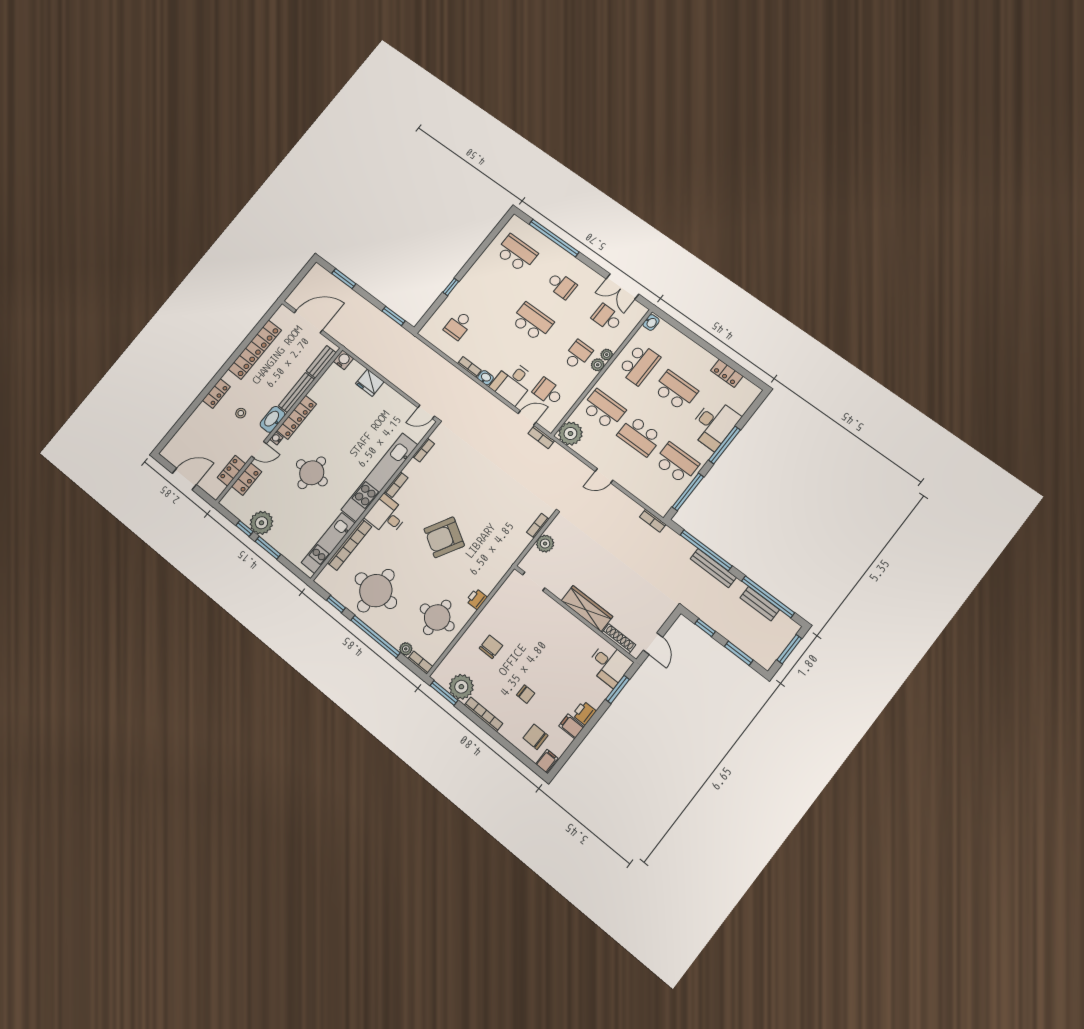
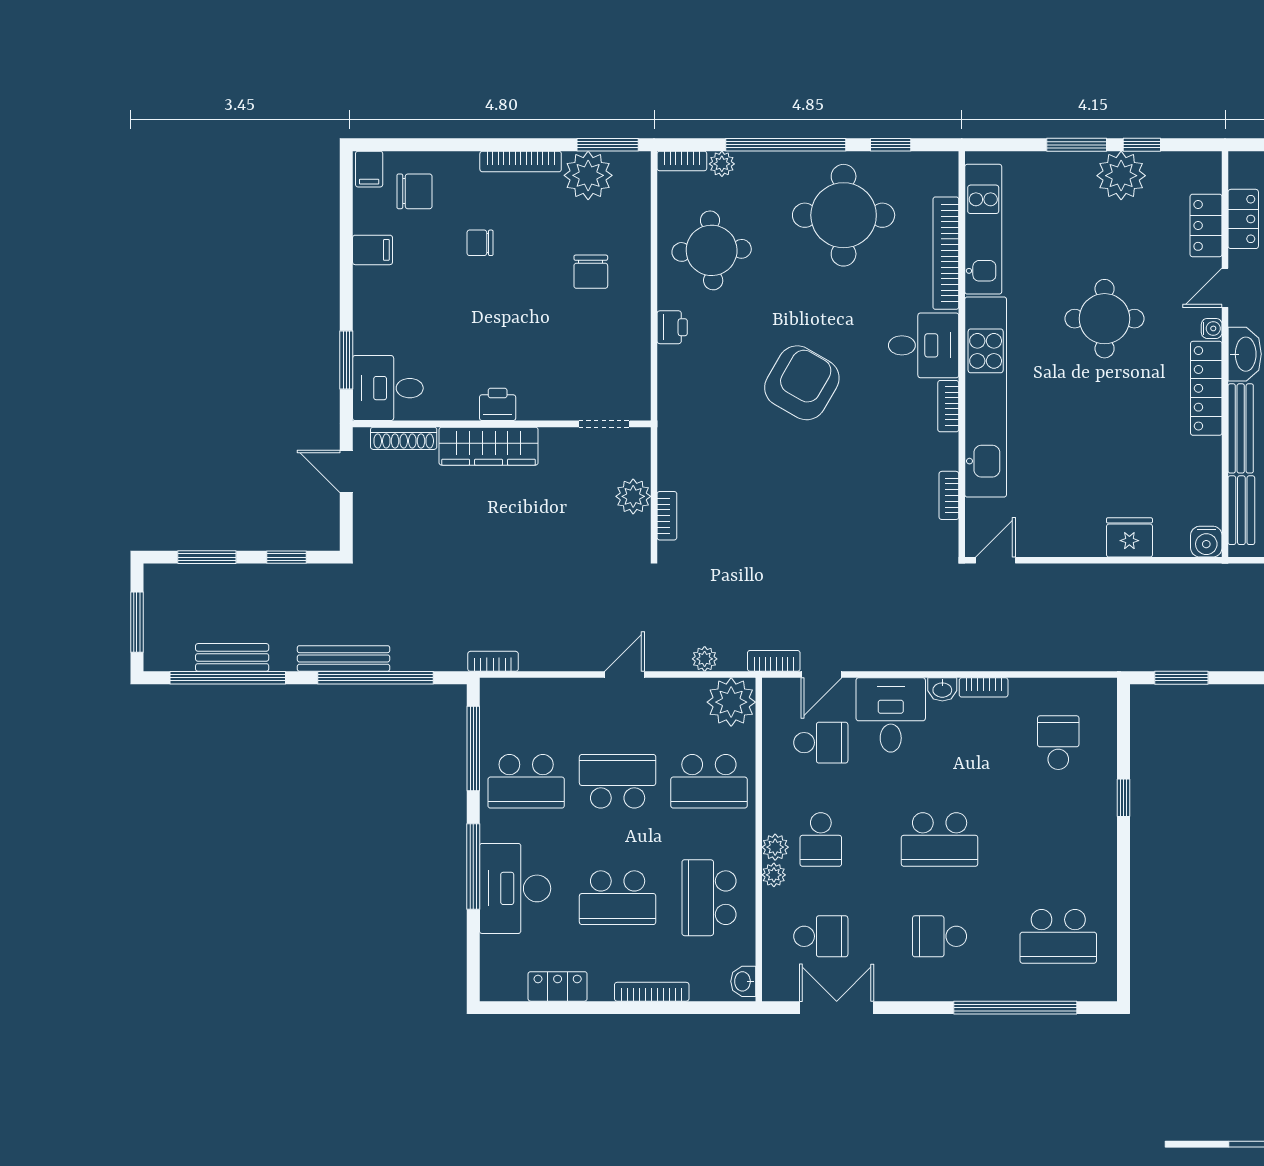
bookcase: (690, 344) -> (652, 992), added
plant: (567, 458) -> (705, 659), added
printer: (584, 713) -> (498, 404), moved, turned -90

